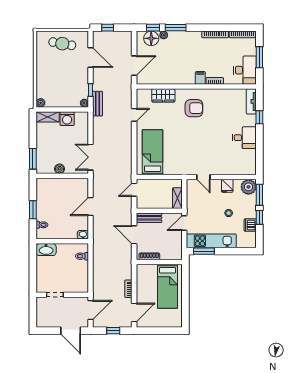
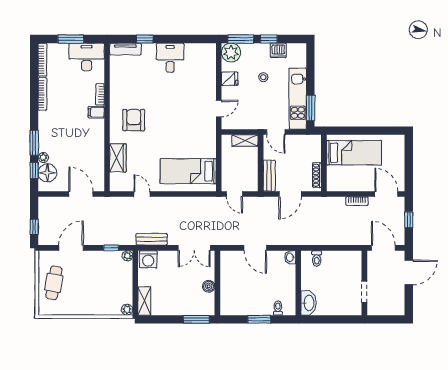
bench: (97, 104) -> (152, 239), moved
washing machine: (67, 119) -> (148, 259), moved, turned 90

